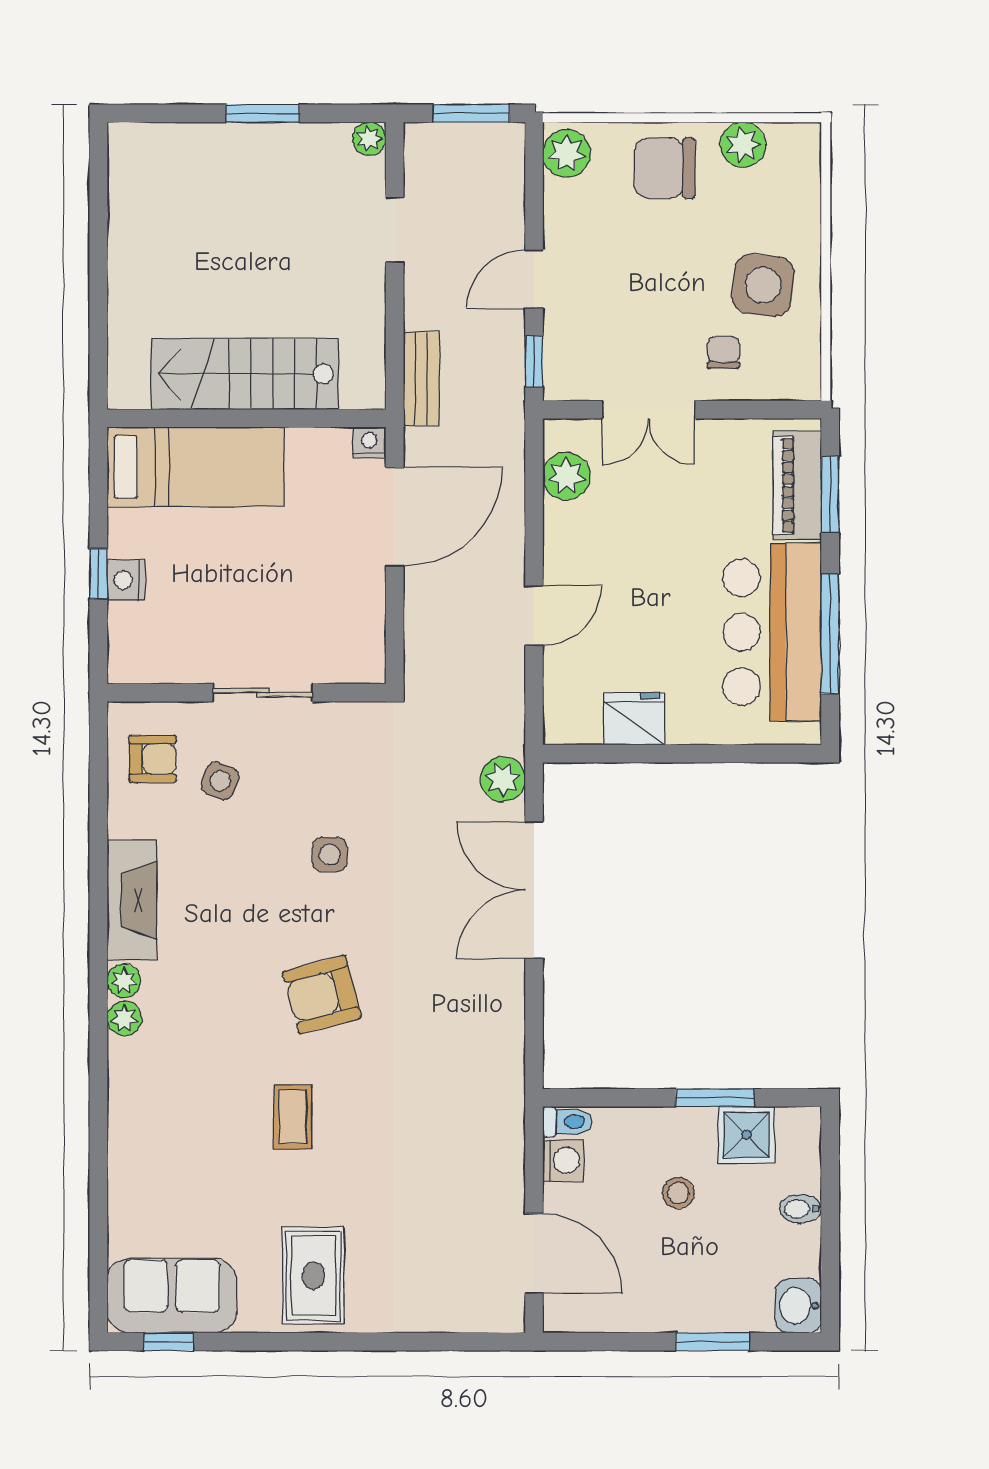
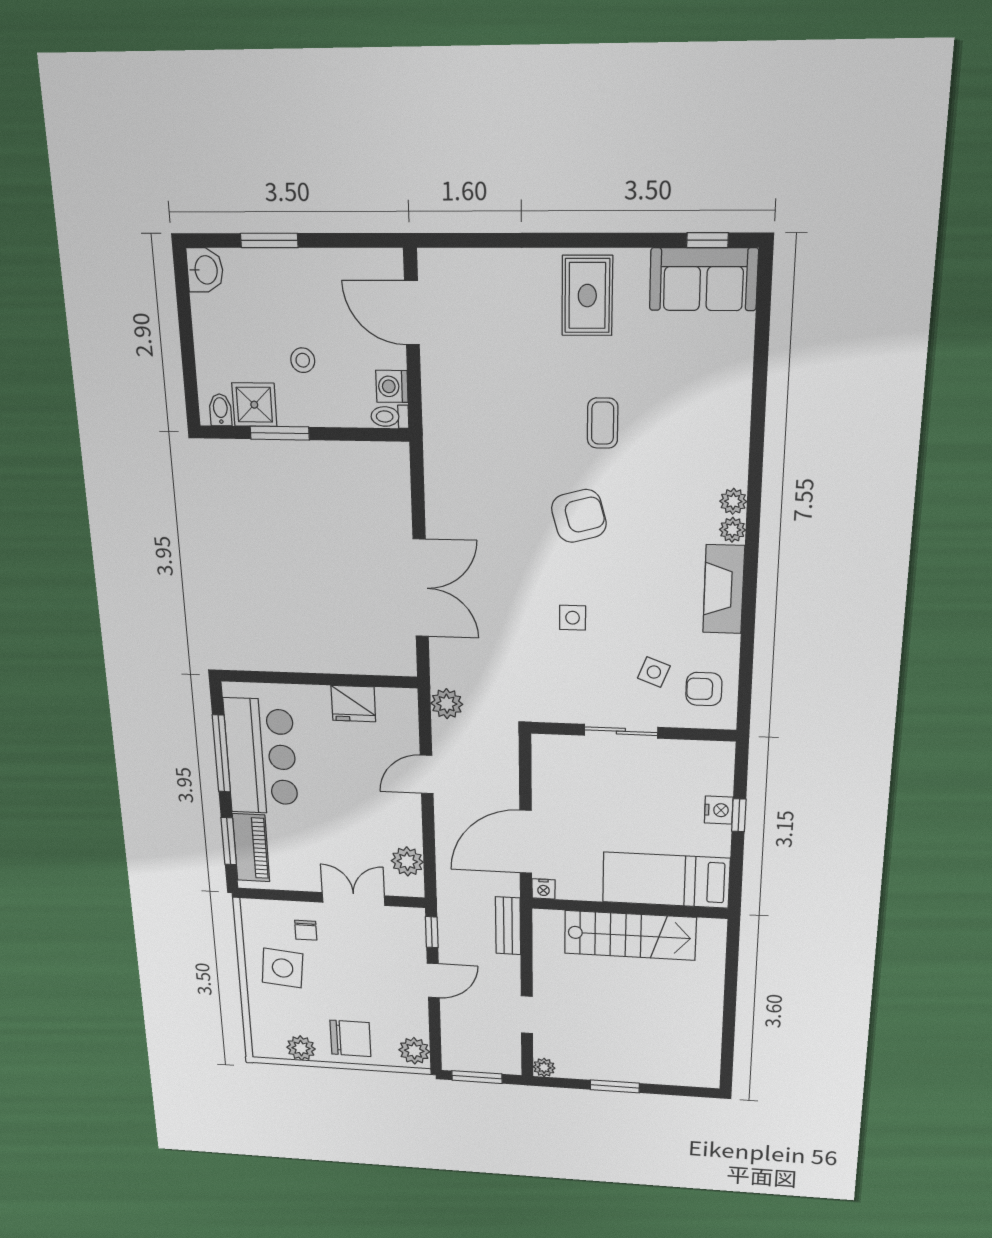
plant: (503, 779) -> (447, 704), moved
bidet: (801, 1209) -> (220, 410), moved, turned -90

